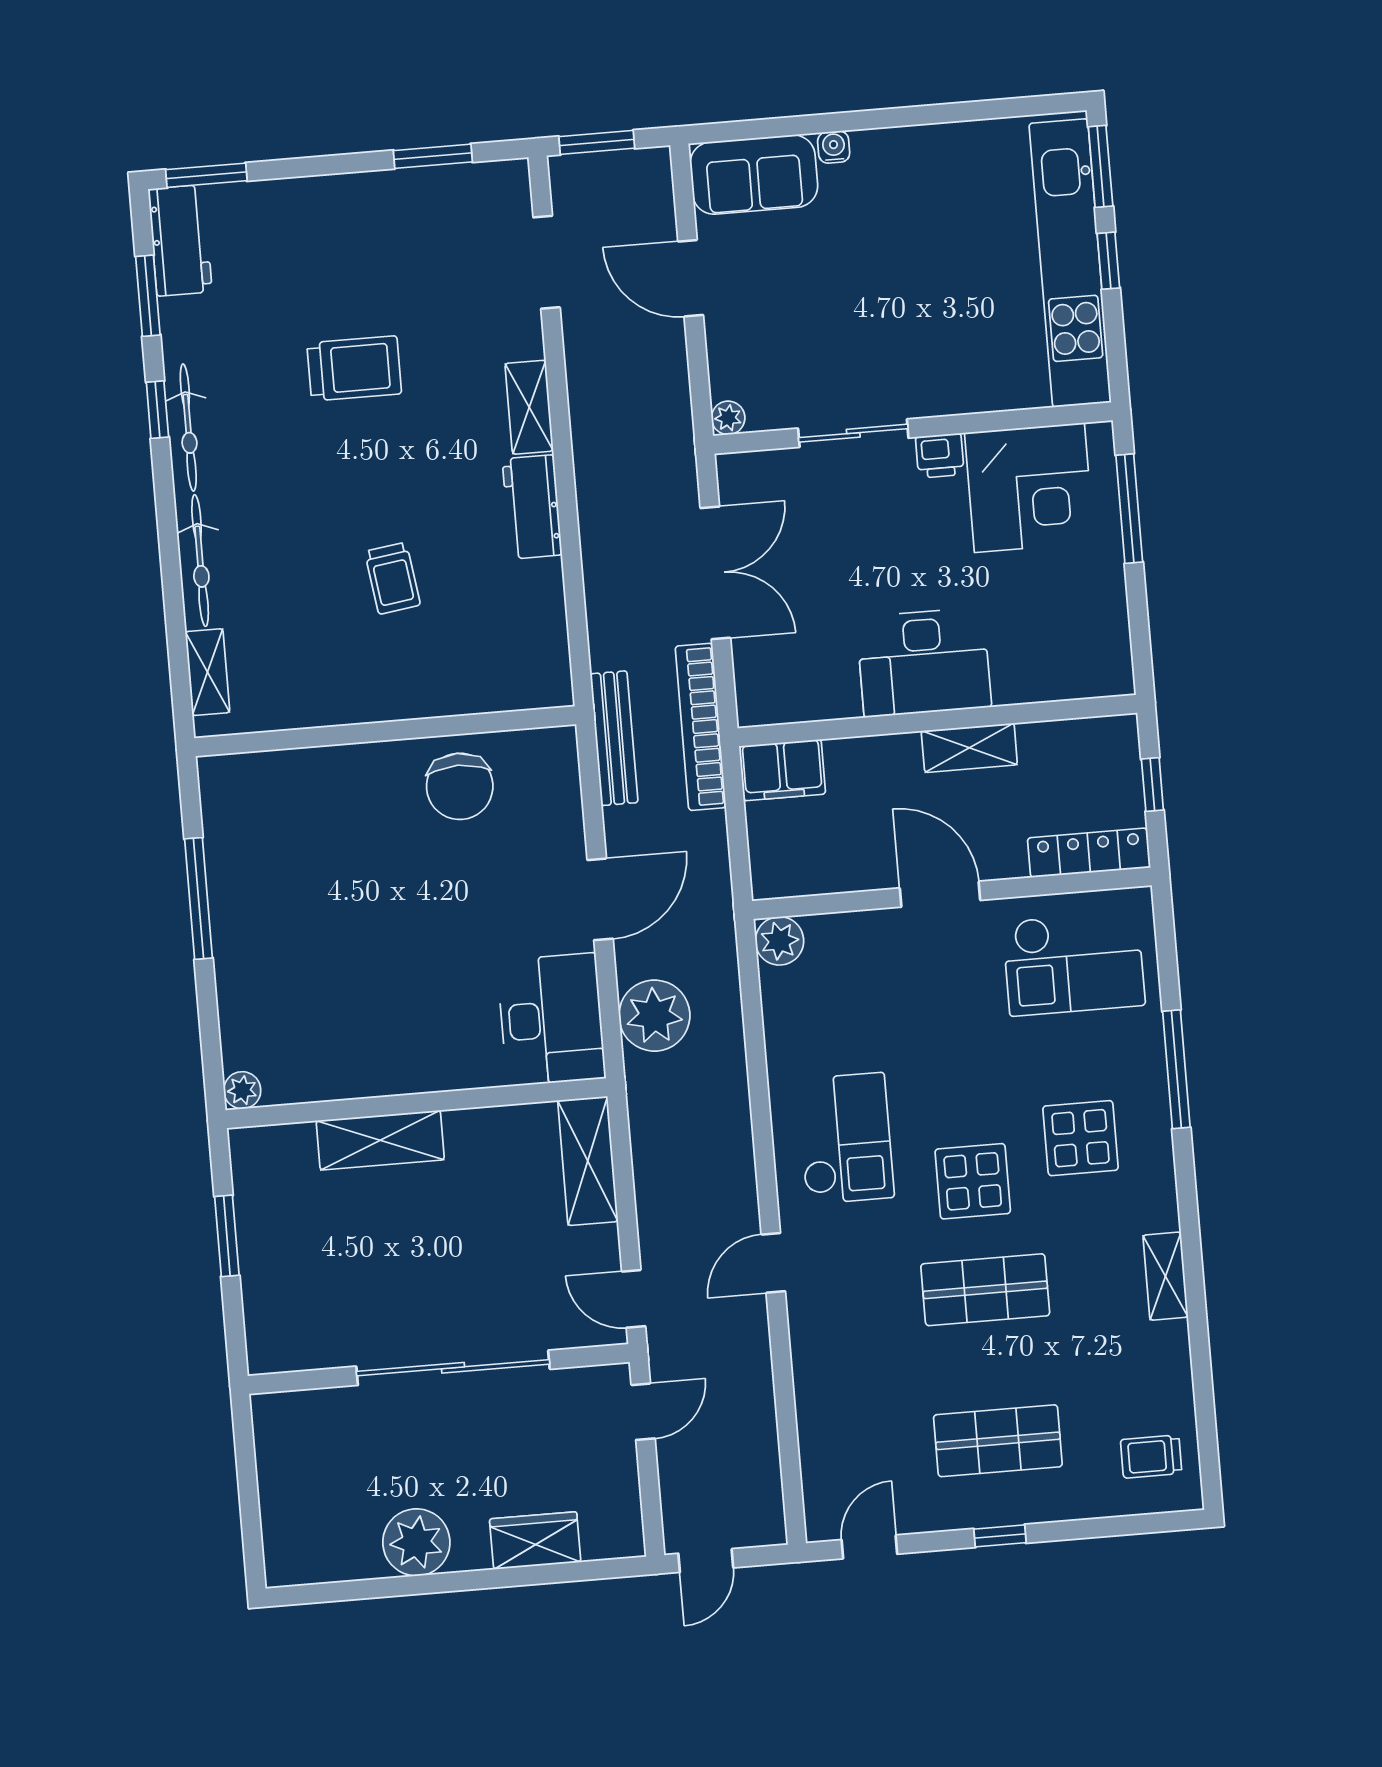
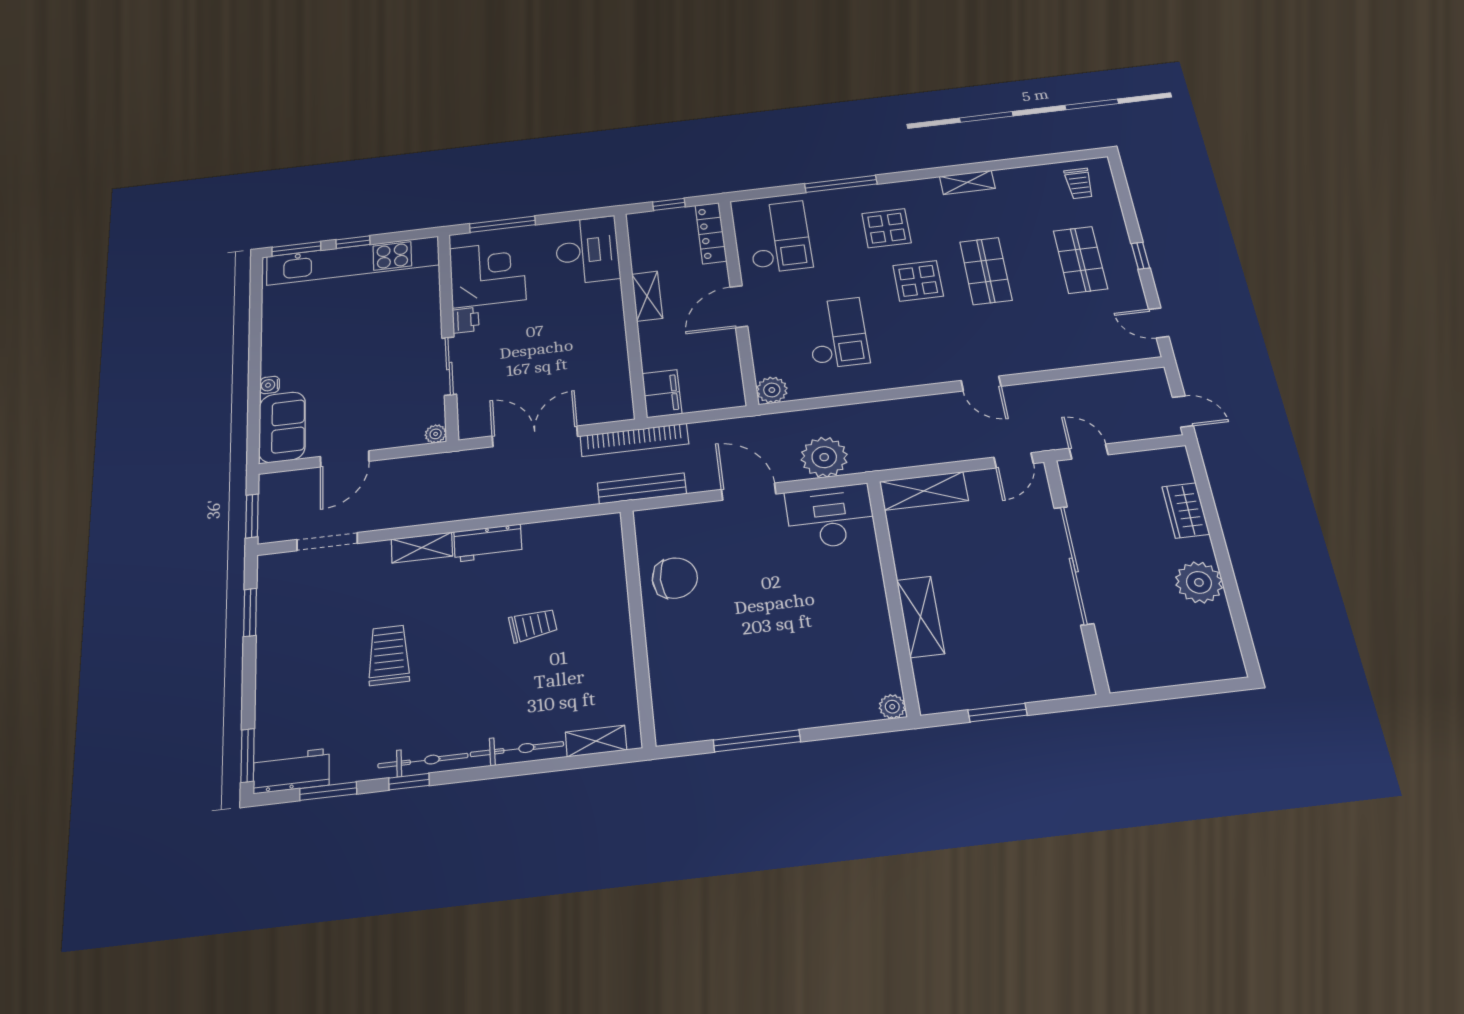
desk: (924, 662) -> (587, 250), moved
checkout: (845, 1138) -> (837, 333), moved, turned 90

